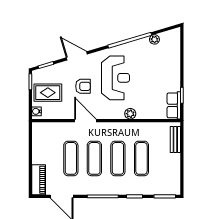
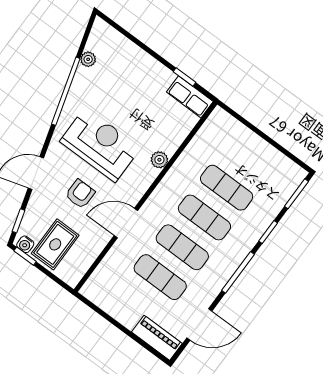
water cooler: (37, 111) -> (25, 244), moved
bench: (175, 139) -> (234, 127), removed

